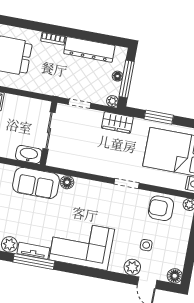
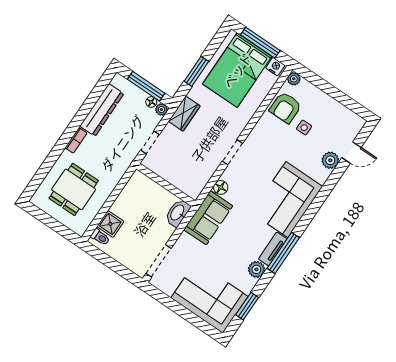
floor lamp: (118, 76) -> (151, 102), moved
sliding door: (49, 131) -> (163, 183), removed
doorway: (127, 184) -> (232, 152), moved
side table: (146, 245) -> (304, 128), moved
floor lamp: (175, 276) -> (357, 123), removed

